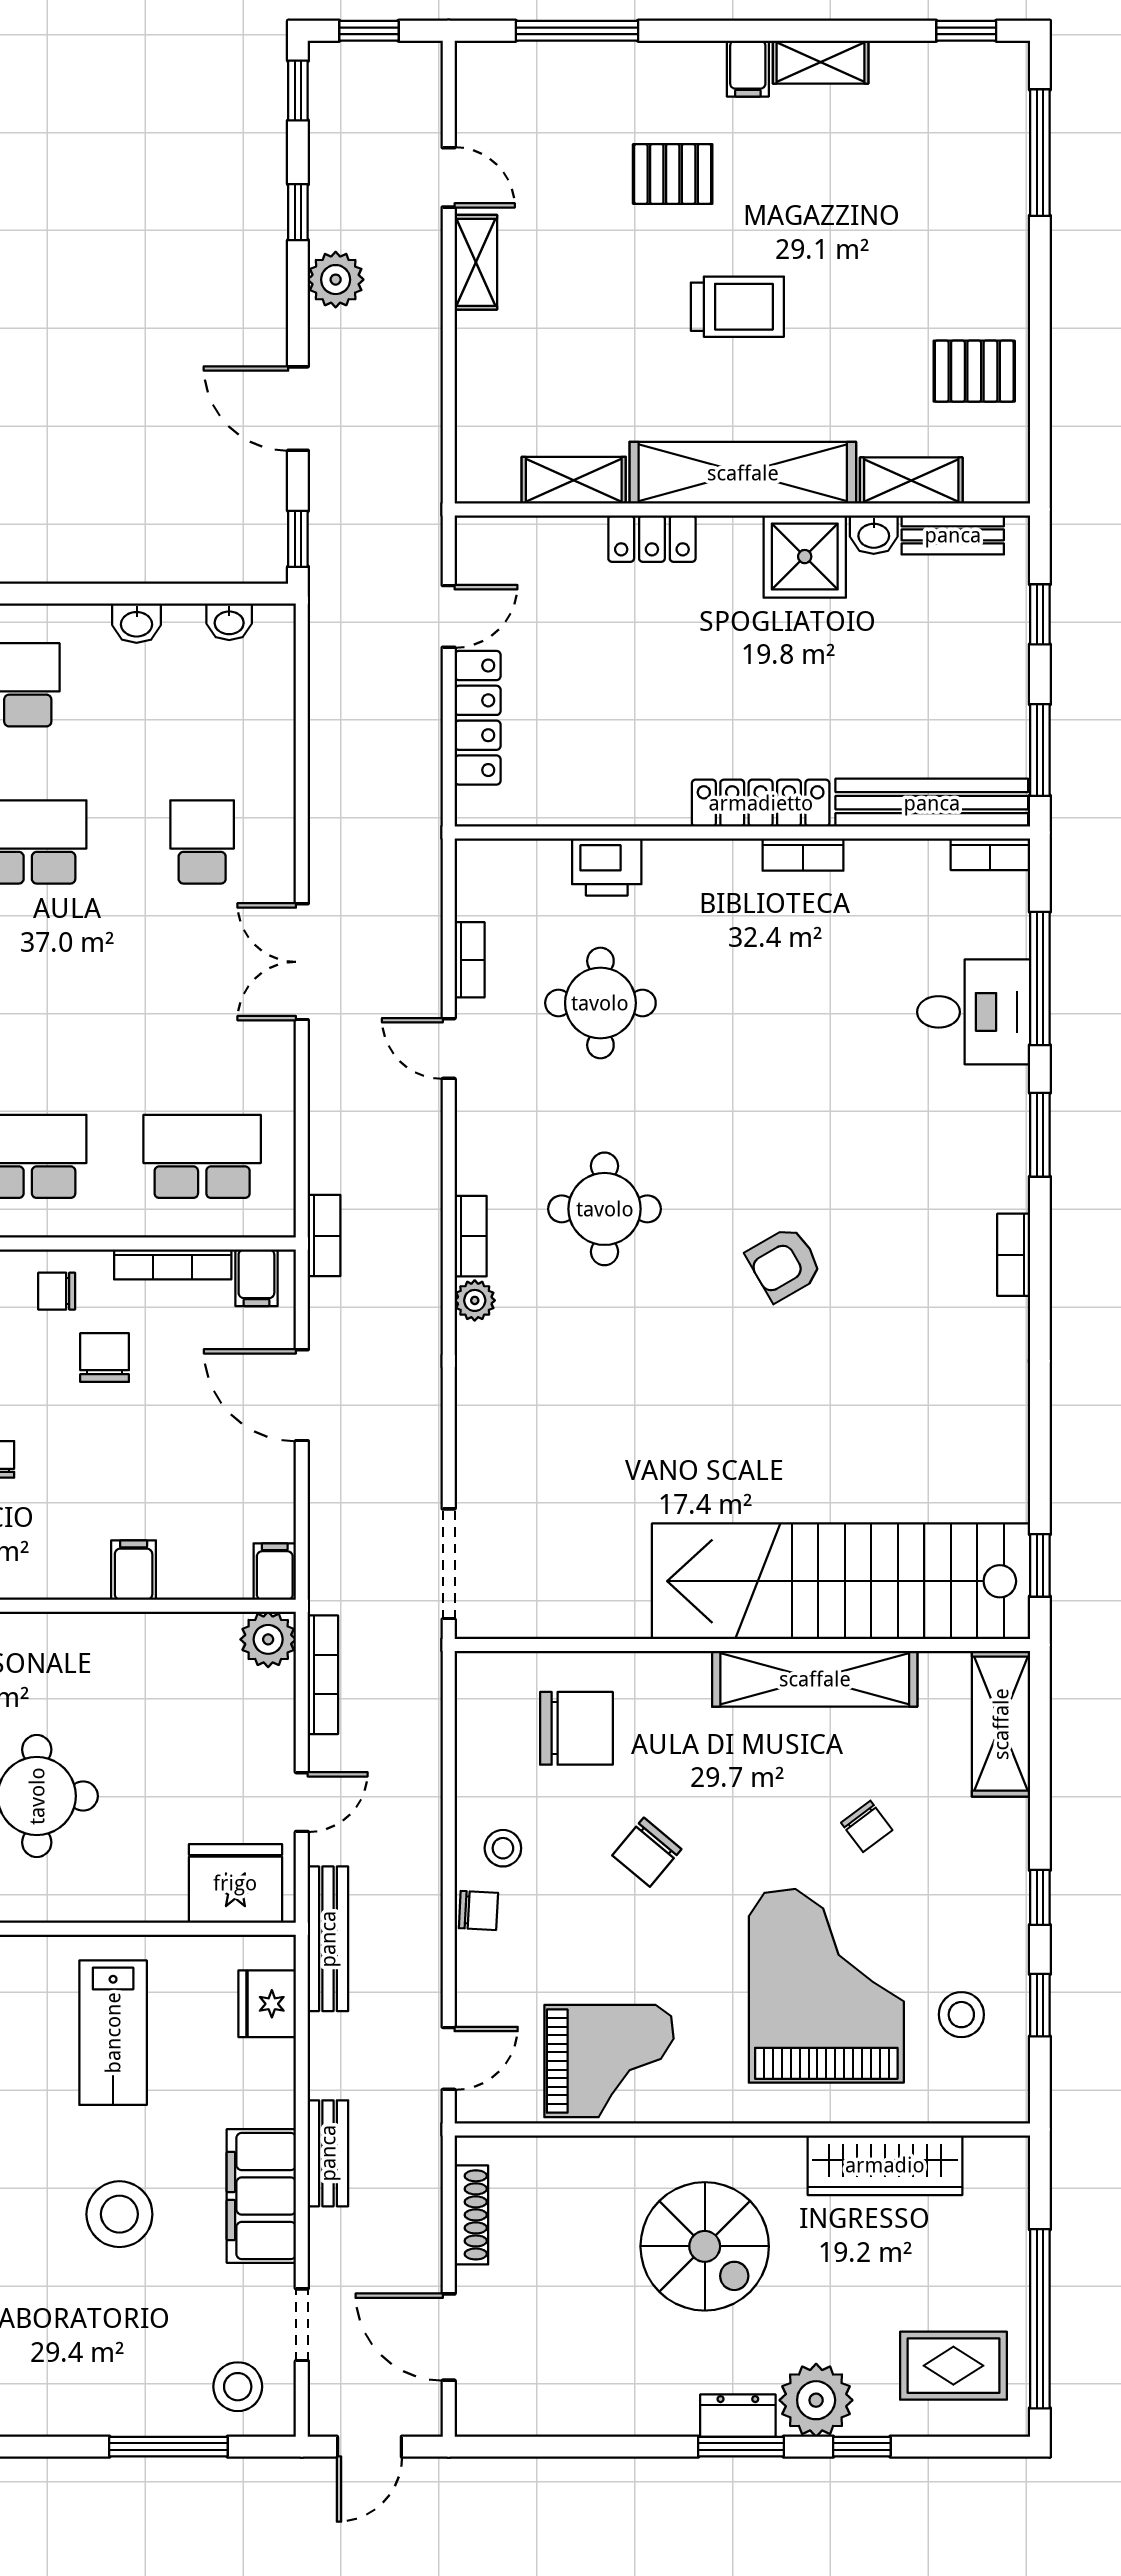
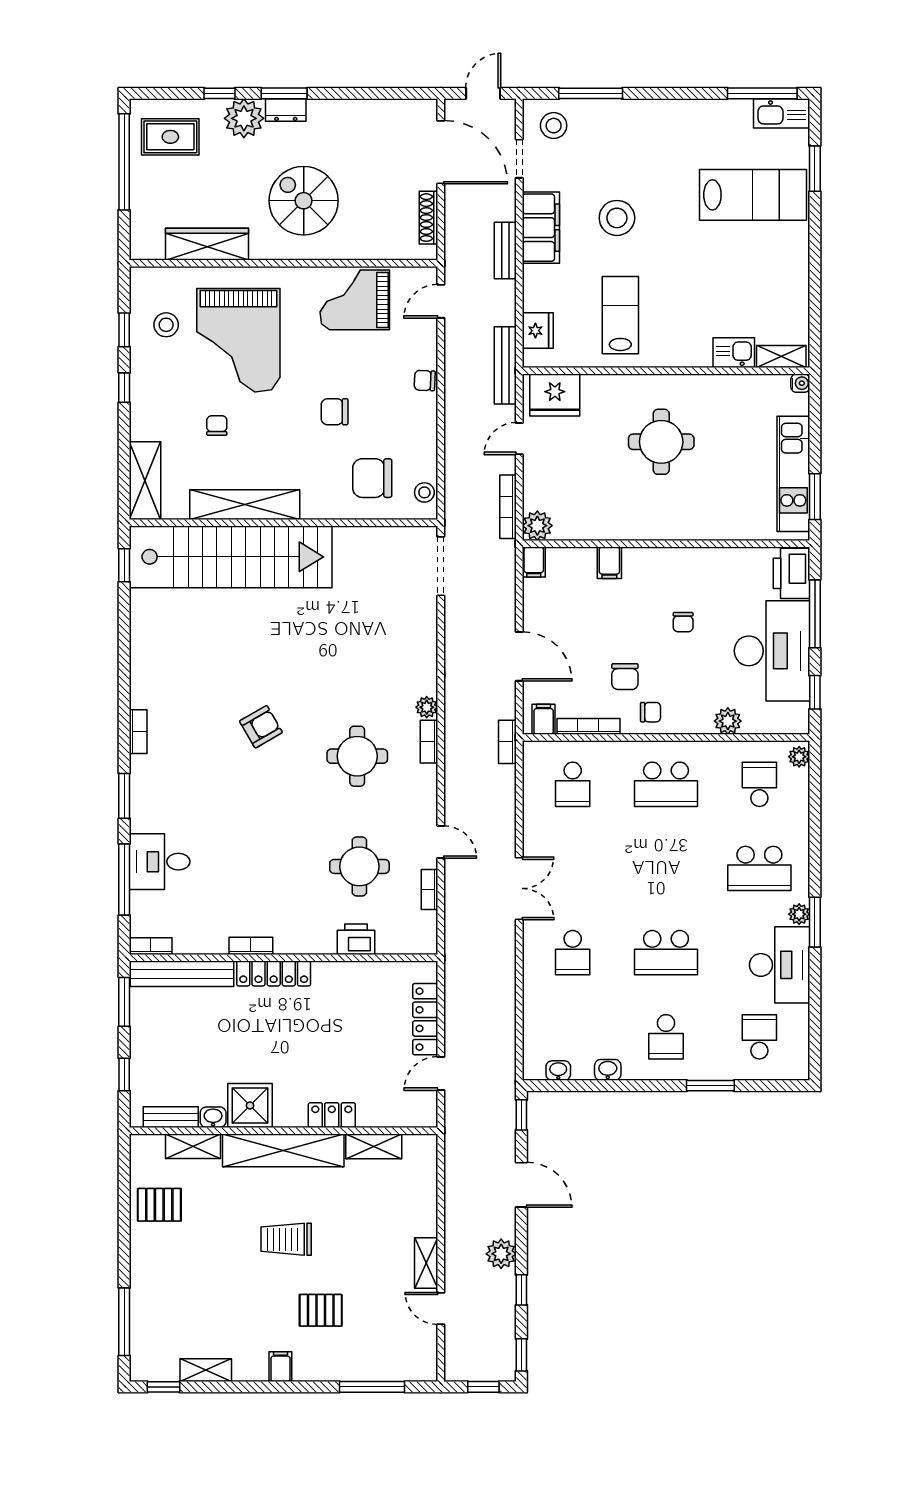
shelving: (821, 62) -> (206, 1370), moved
school desk: (202, 1156) -> (573, 784), width x0.54
chair: (867, 1826) -> (217, 426), turned 37
stool: (503, 1848) -> (424, 492), moved
chair: (647, 1852) -> (335, 412), turned -130
door: (449, 2337) -> (441, 152), width x1.36

